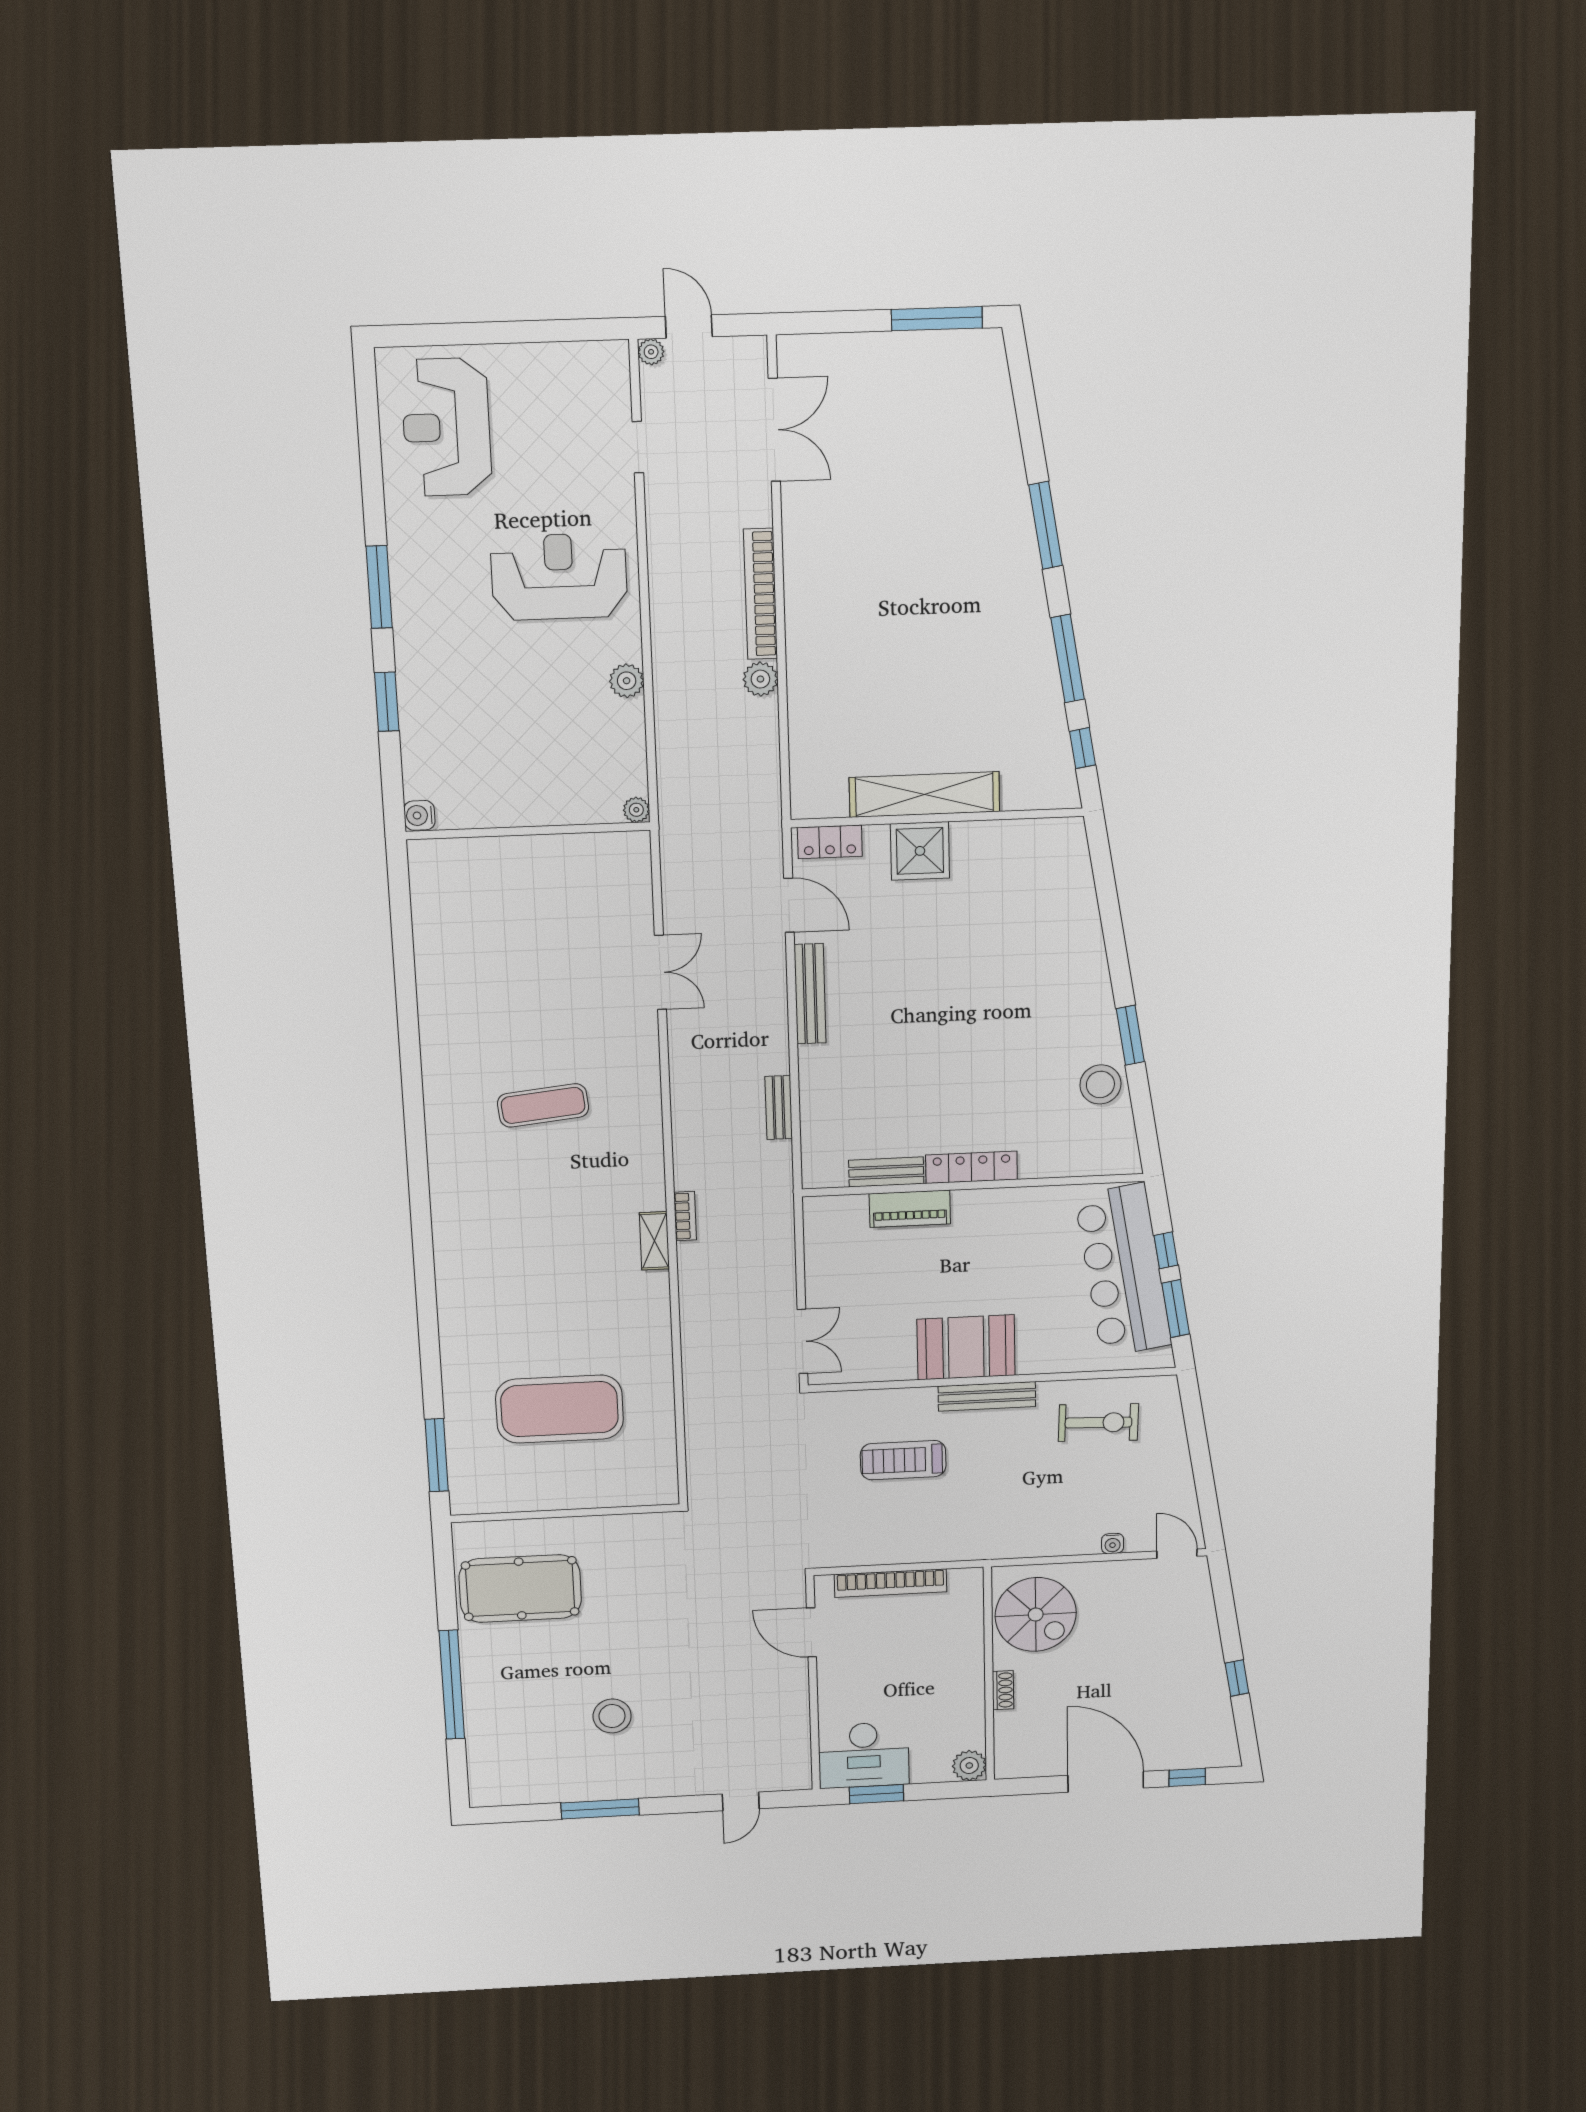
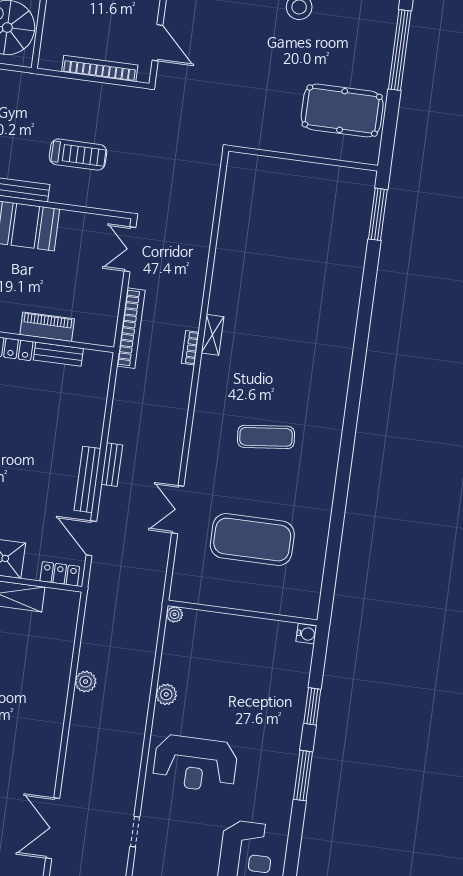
bookcase: (760, 594) -> (131, 328), moved
bench: (779, 1108) -> (112, 465), moved
exercise mat: (560, 1409) -> (252, 540), moved

